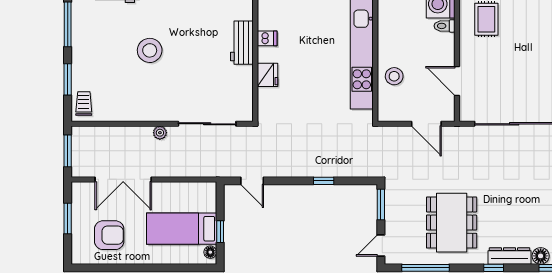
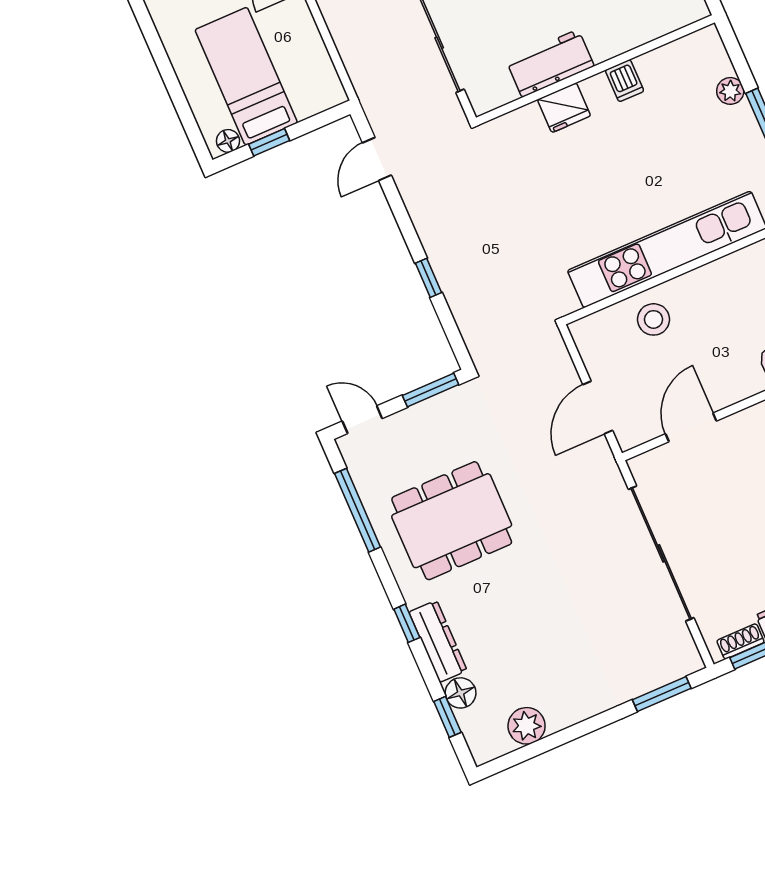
workbench: (242, 43) -> (550, 63), moved

